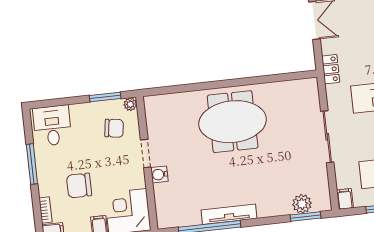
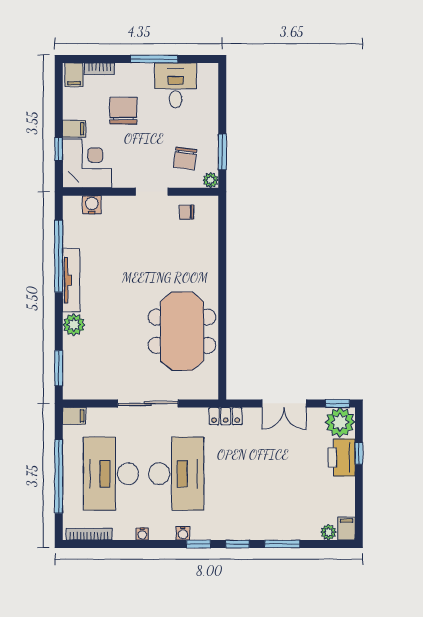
chair: (160, 122) -> (187, 212), added
meeting table: (233, 122) -> (182, 331), moved
desk: (52, 126) -> (176, 85), moved, turned -90
water cooler: (159, 174) -> (92, 205), moved
plant: (302, 204) -> (74, 325), moved

